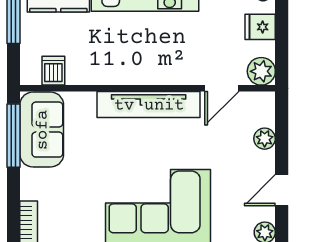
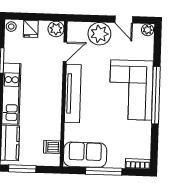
door: (222, 88) -> (65, 52), hinge flipped
window: (14, 136) -> (104, 171), moved
plant: (265, 139) -> (99, 34), width x1.87, depth x1.87

